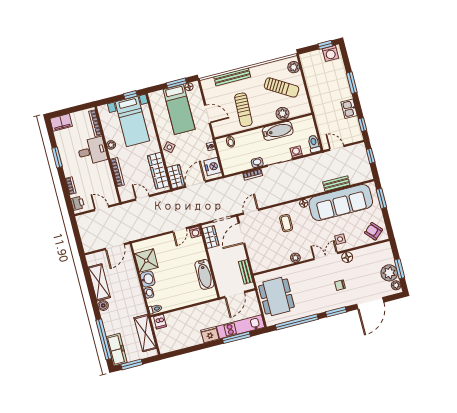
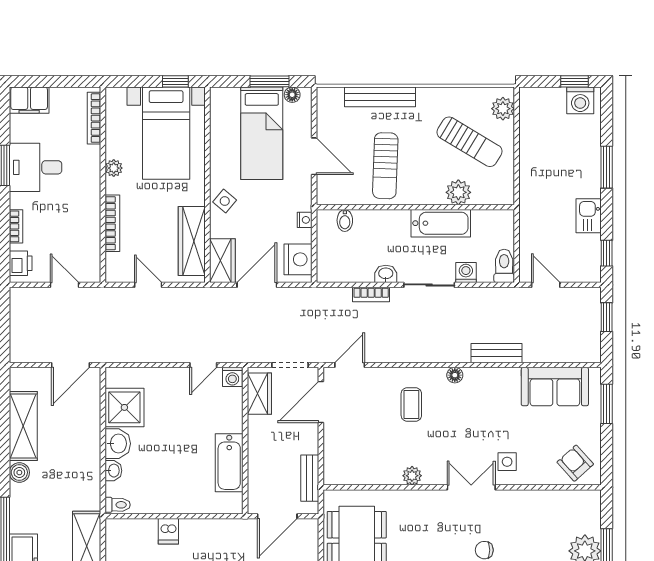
desk: (92, 151) -> (36, 167), moved, turned 180
bench: (336, 183) -> (496, 353), moved
sofa: (341, 203) -> (555, 387), width x0.54, depth x0.79
floor lamp: (347, 257) -> (512, 500), removed
dishwasher: (160, 322) -> (168, 531), moved

